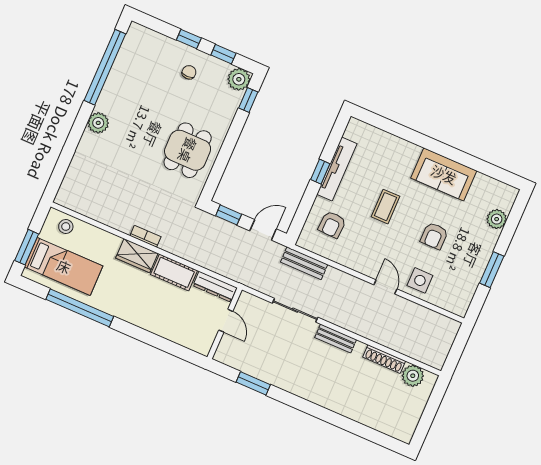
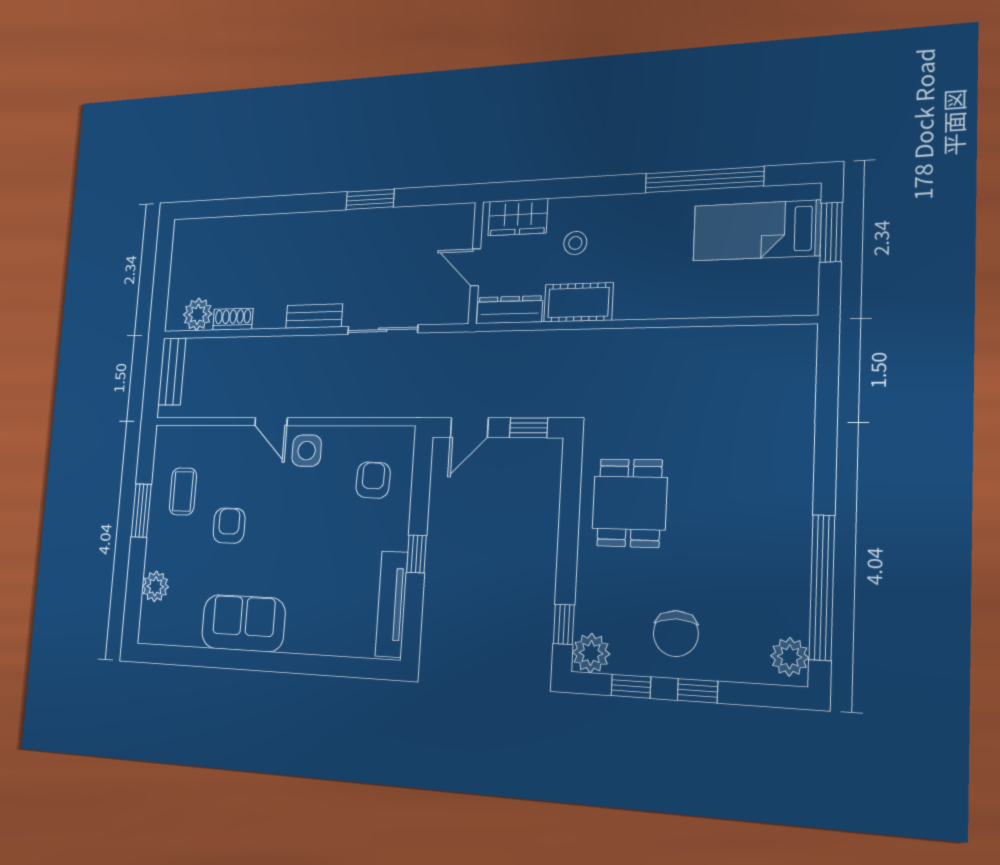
chair: (189, 72) -> (676, 634), width x1.87, depth x1.87
plant: (98, 123) -> (790, 657), moved
tv unit: (337, 169) -> (392, 604), moved
coffee table: (385, 207) -> (183, 491), moved
stool: (66, 227) -> (575, 243), moved
bookcase: (145, 236) -> (644, 337), removed
wardrobe: (137, 256) -> (518, 217), moved, turned 180
bench: (304, 263) -> (172, 372), moved, turned 90
side table: (420, 280) -> (307, 451), moved
shoe rack: (384, 359) -> (233, 319), width x0.70
window: (253, 383) -> (370, 199), moved

